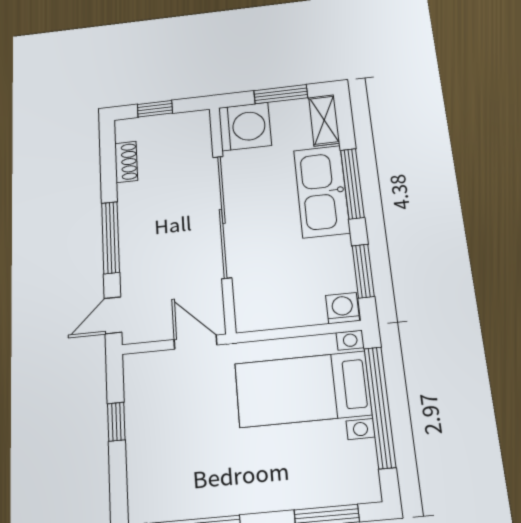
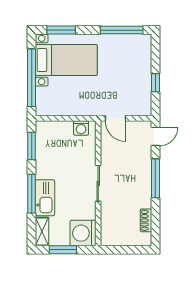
window: (155, 109) -> (129, 250), removed
kitchen sink: (322, 191) -> (45, 198), width x0.73, depth x0.81
sliding door: (222, 216) -> (98, 183), width x0.54
washing machine: (342, 308) -> (81, 128), moved
bed with nightstands: (303, 389) -> (66, 60), moved

